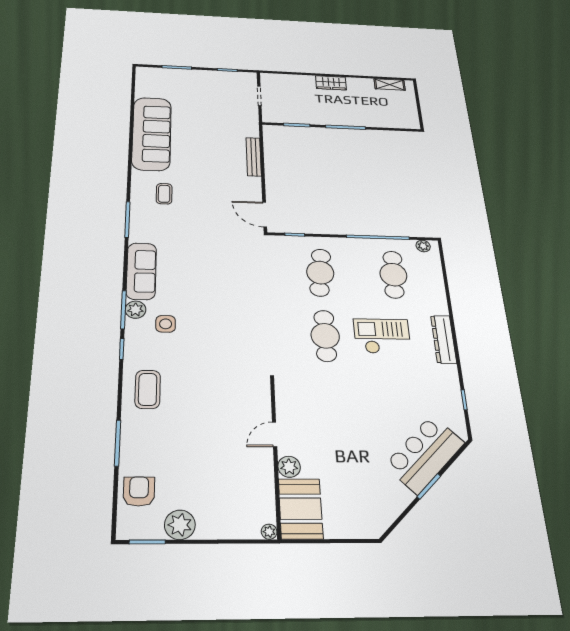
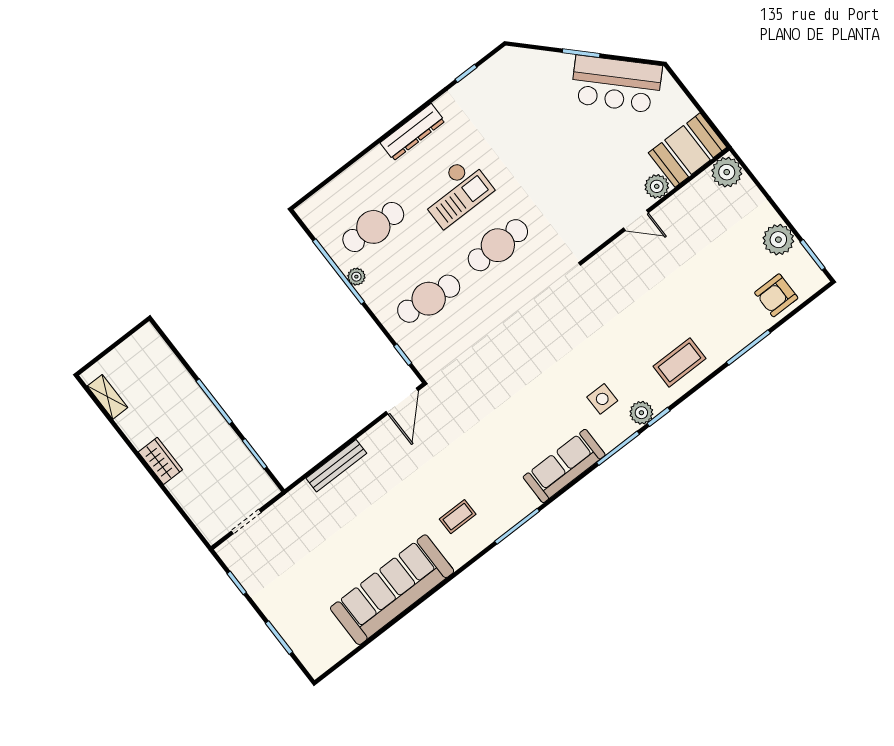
plant: (423, 246) -> (356, 277), moved
plant: (135, 310) -> (641, 413), moved
checkout: (382, 336) -> (455, 192), turned -90
bar counter: (425, 454) -> (616, 84), moved
plant: (269, 532) -> (727, 172), width x1.88, depth x1.88

